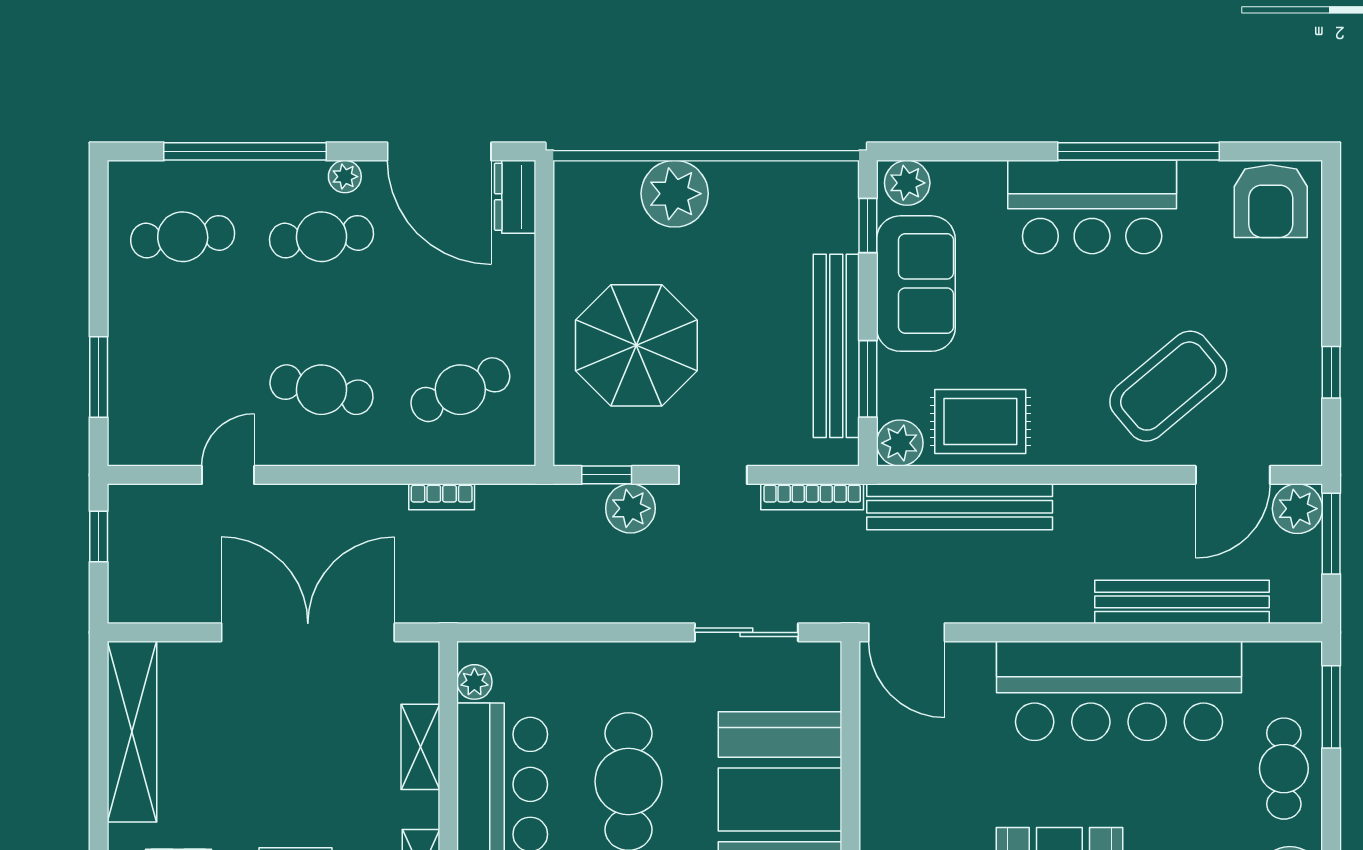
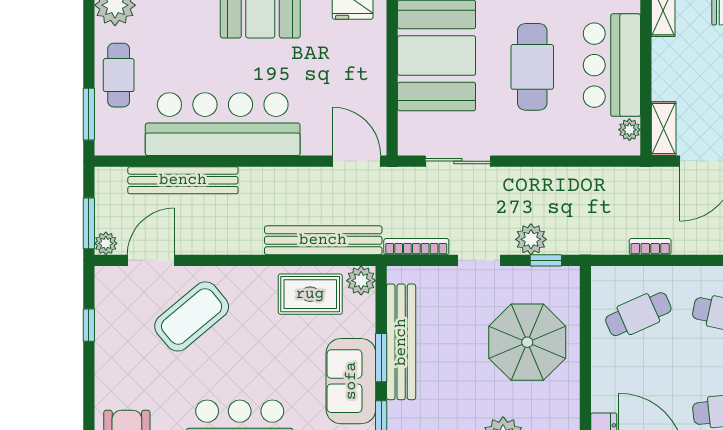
window: (868, 379) -> (381, 358), moved
plant: (1297, 509) -> (106, 243), width x0.73, depth x0.73
shelving: (420, 747) -> (664, 129), moved

